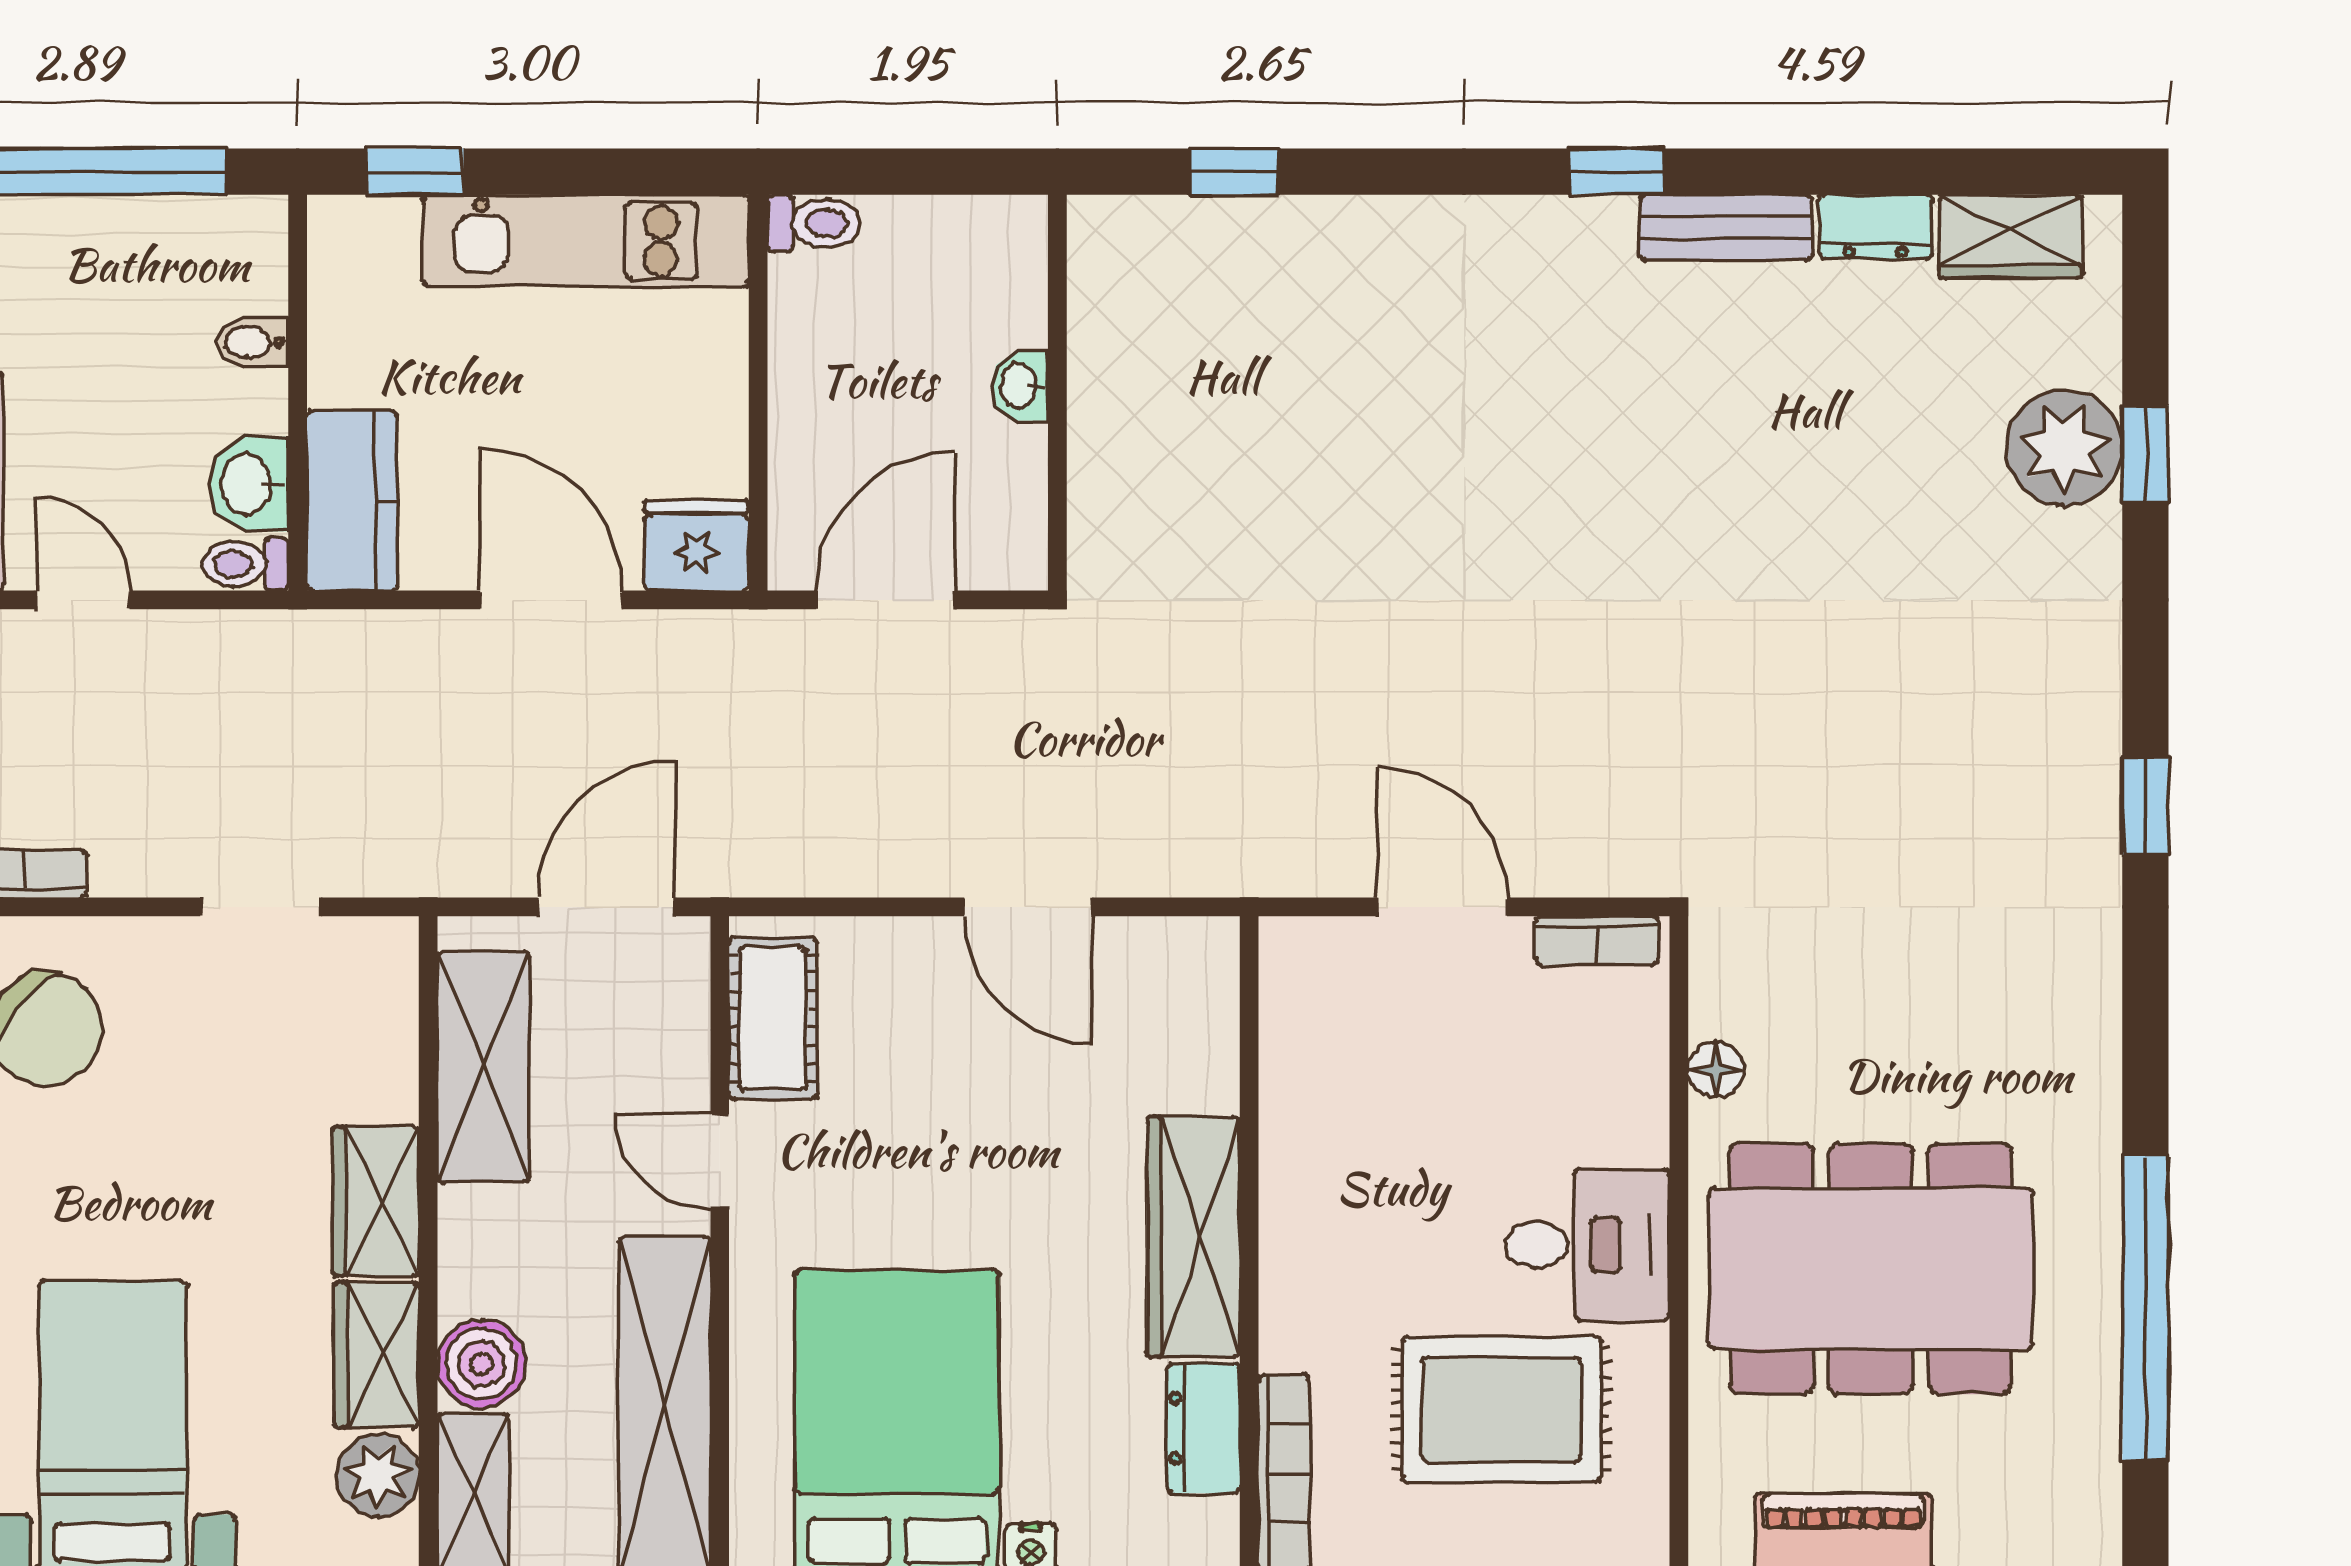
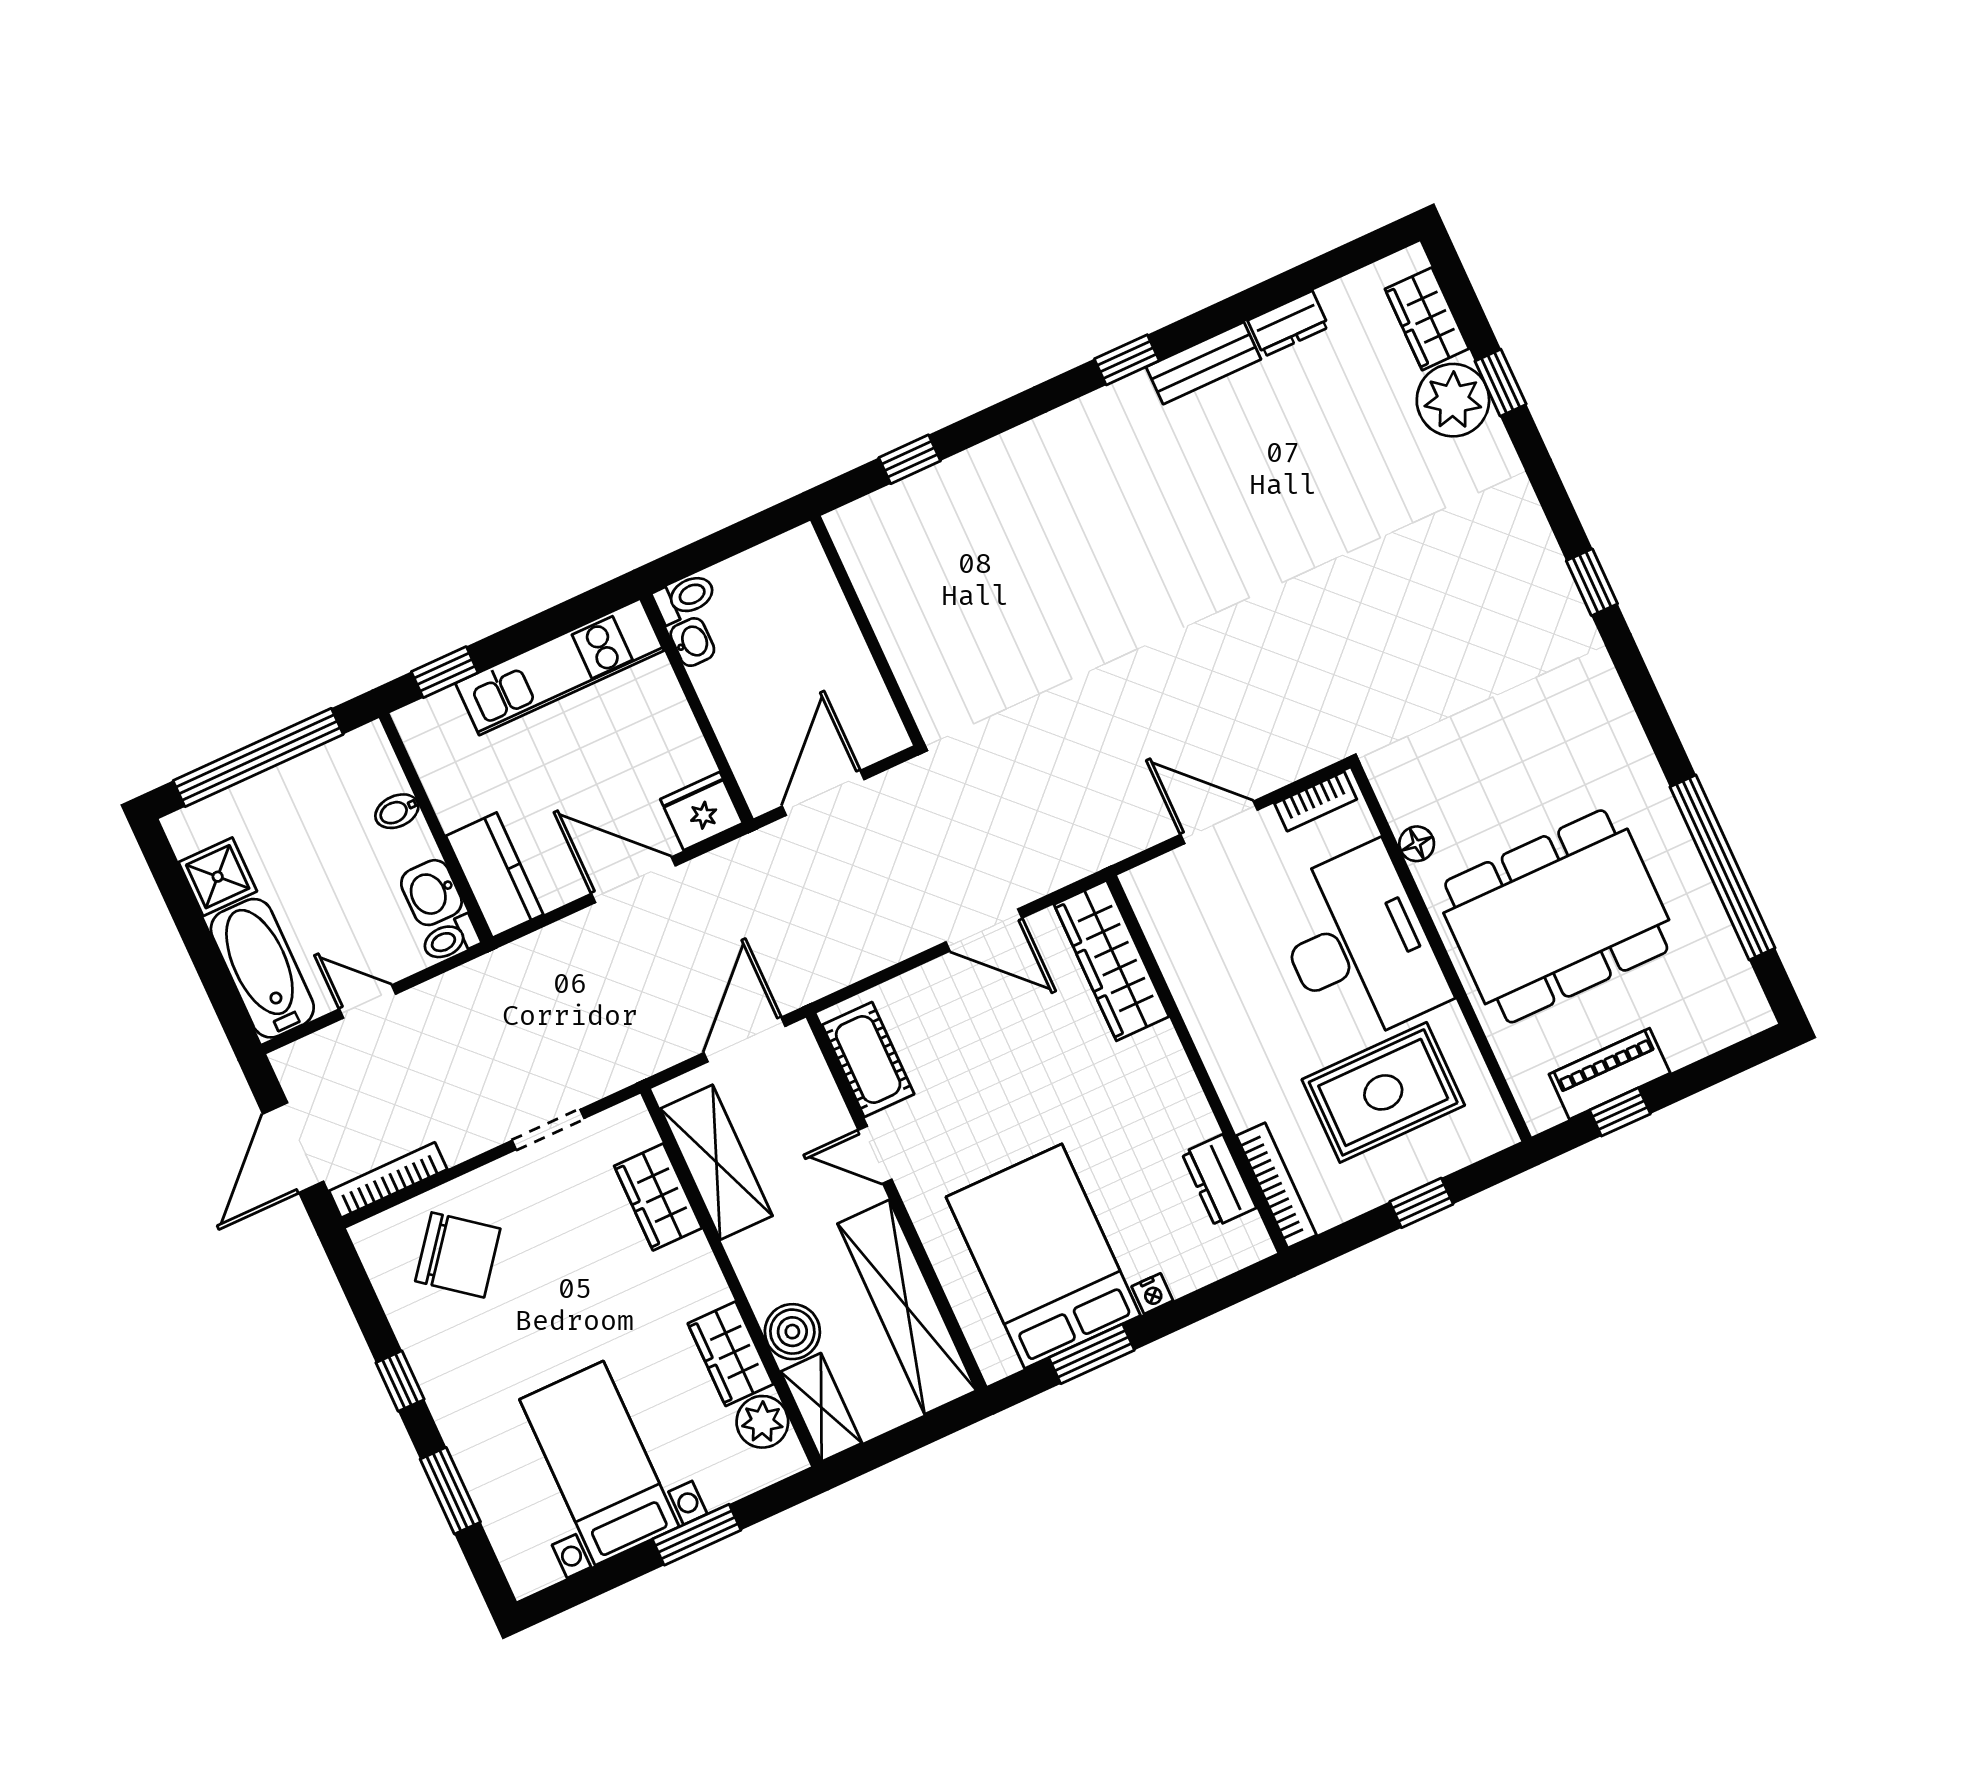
wardrobe: (2010, 236) -> (1427, 319), moved, turned 90
washbasin: (1020, 386) -> (692, 642), moved, turned 180
wardrobe: (376, 1201) -> (658, 1197), moved
wardrobe: (1193, 1237) -> (1111, 961), moved
desk: (1588, 1245) -> (1358, 945), width x1.87, depth x1.30

